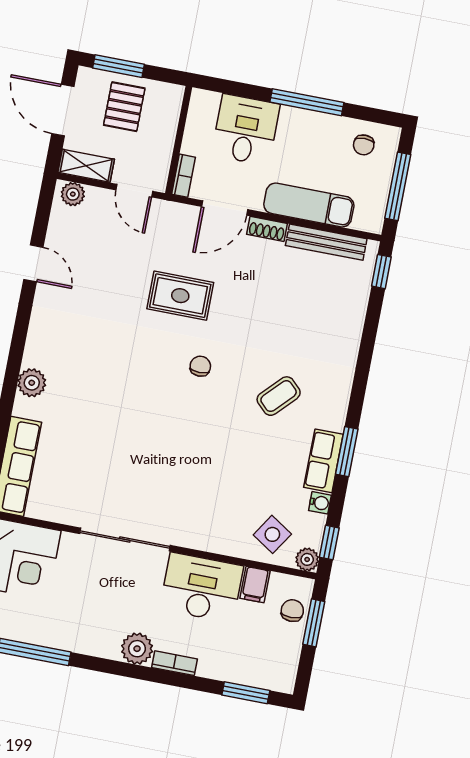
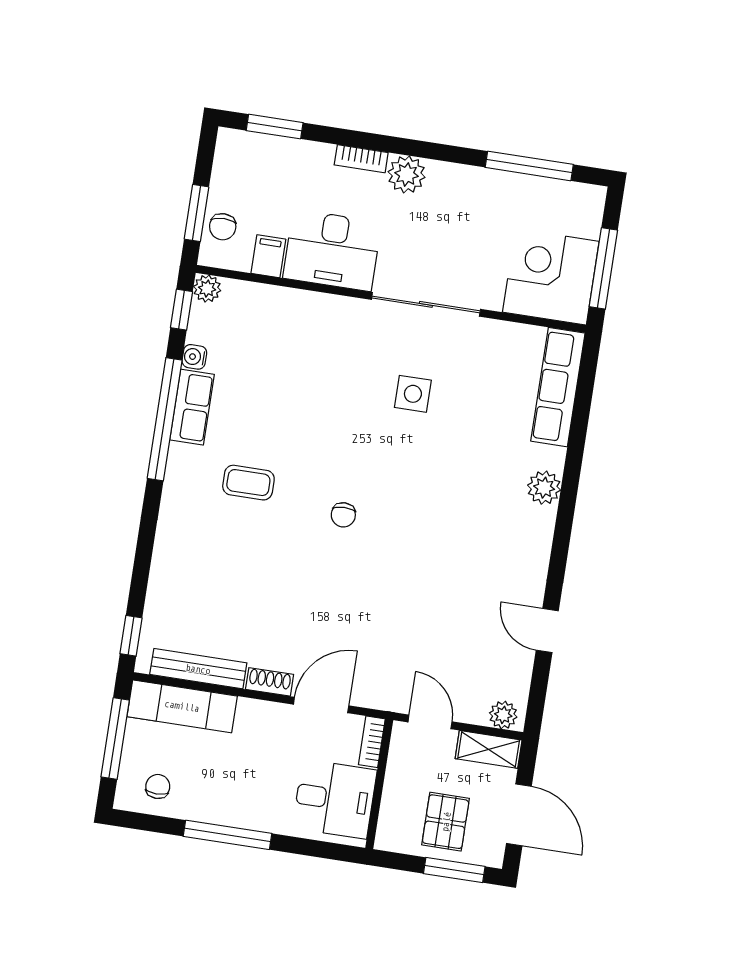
desk: (246, 130) -> (335, 799), moved, turned -90
exam couch: (309, 205) -> (182, 706), moved
rug: (180, 296) -> (370, 598), removed
coffee table: (279, 396) -> (248, 483), turned 46
window: (347, 452) -> (165, 419), width x2.11
side table: (272, 534) -> (413, 394), moved, turned -33

